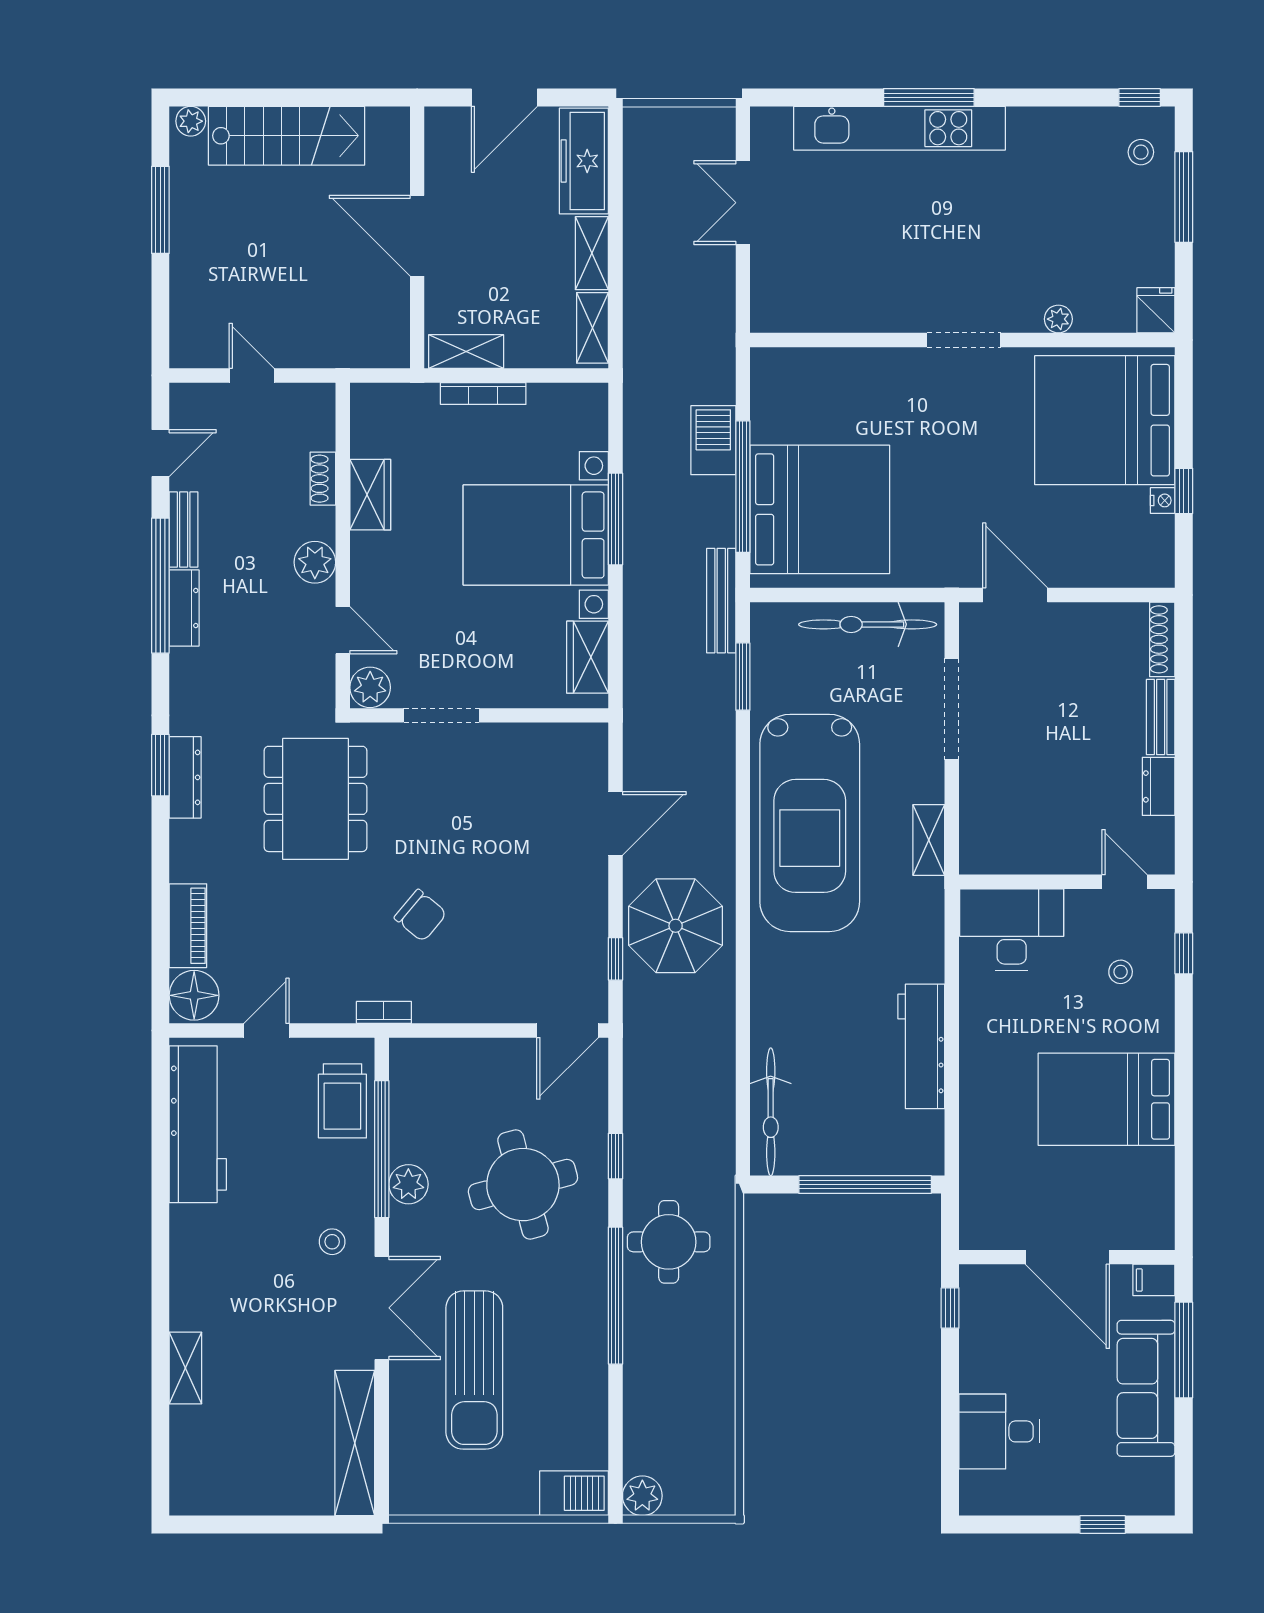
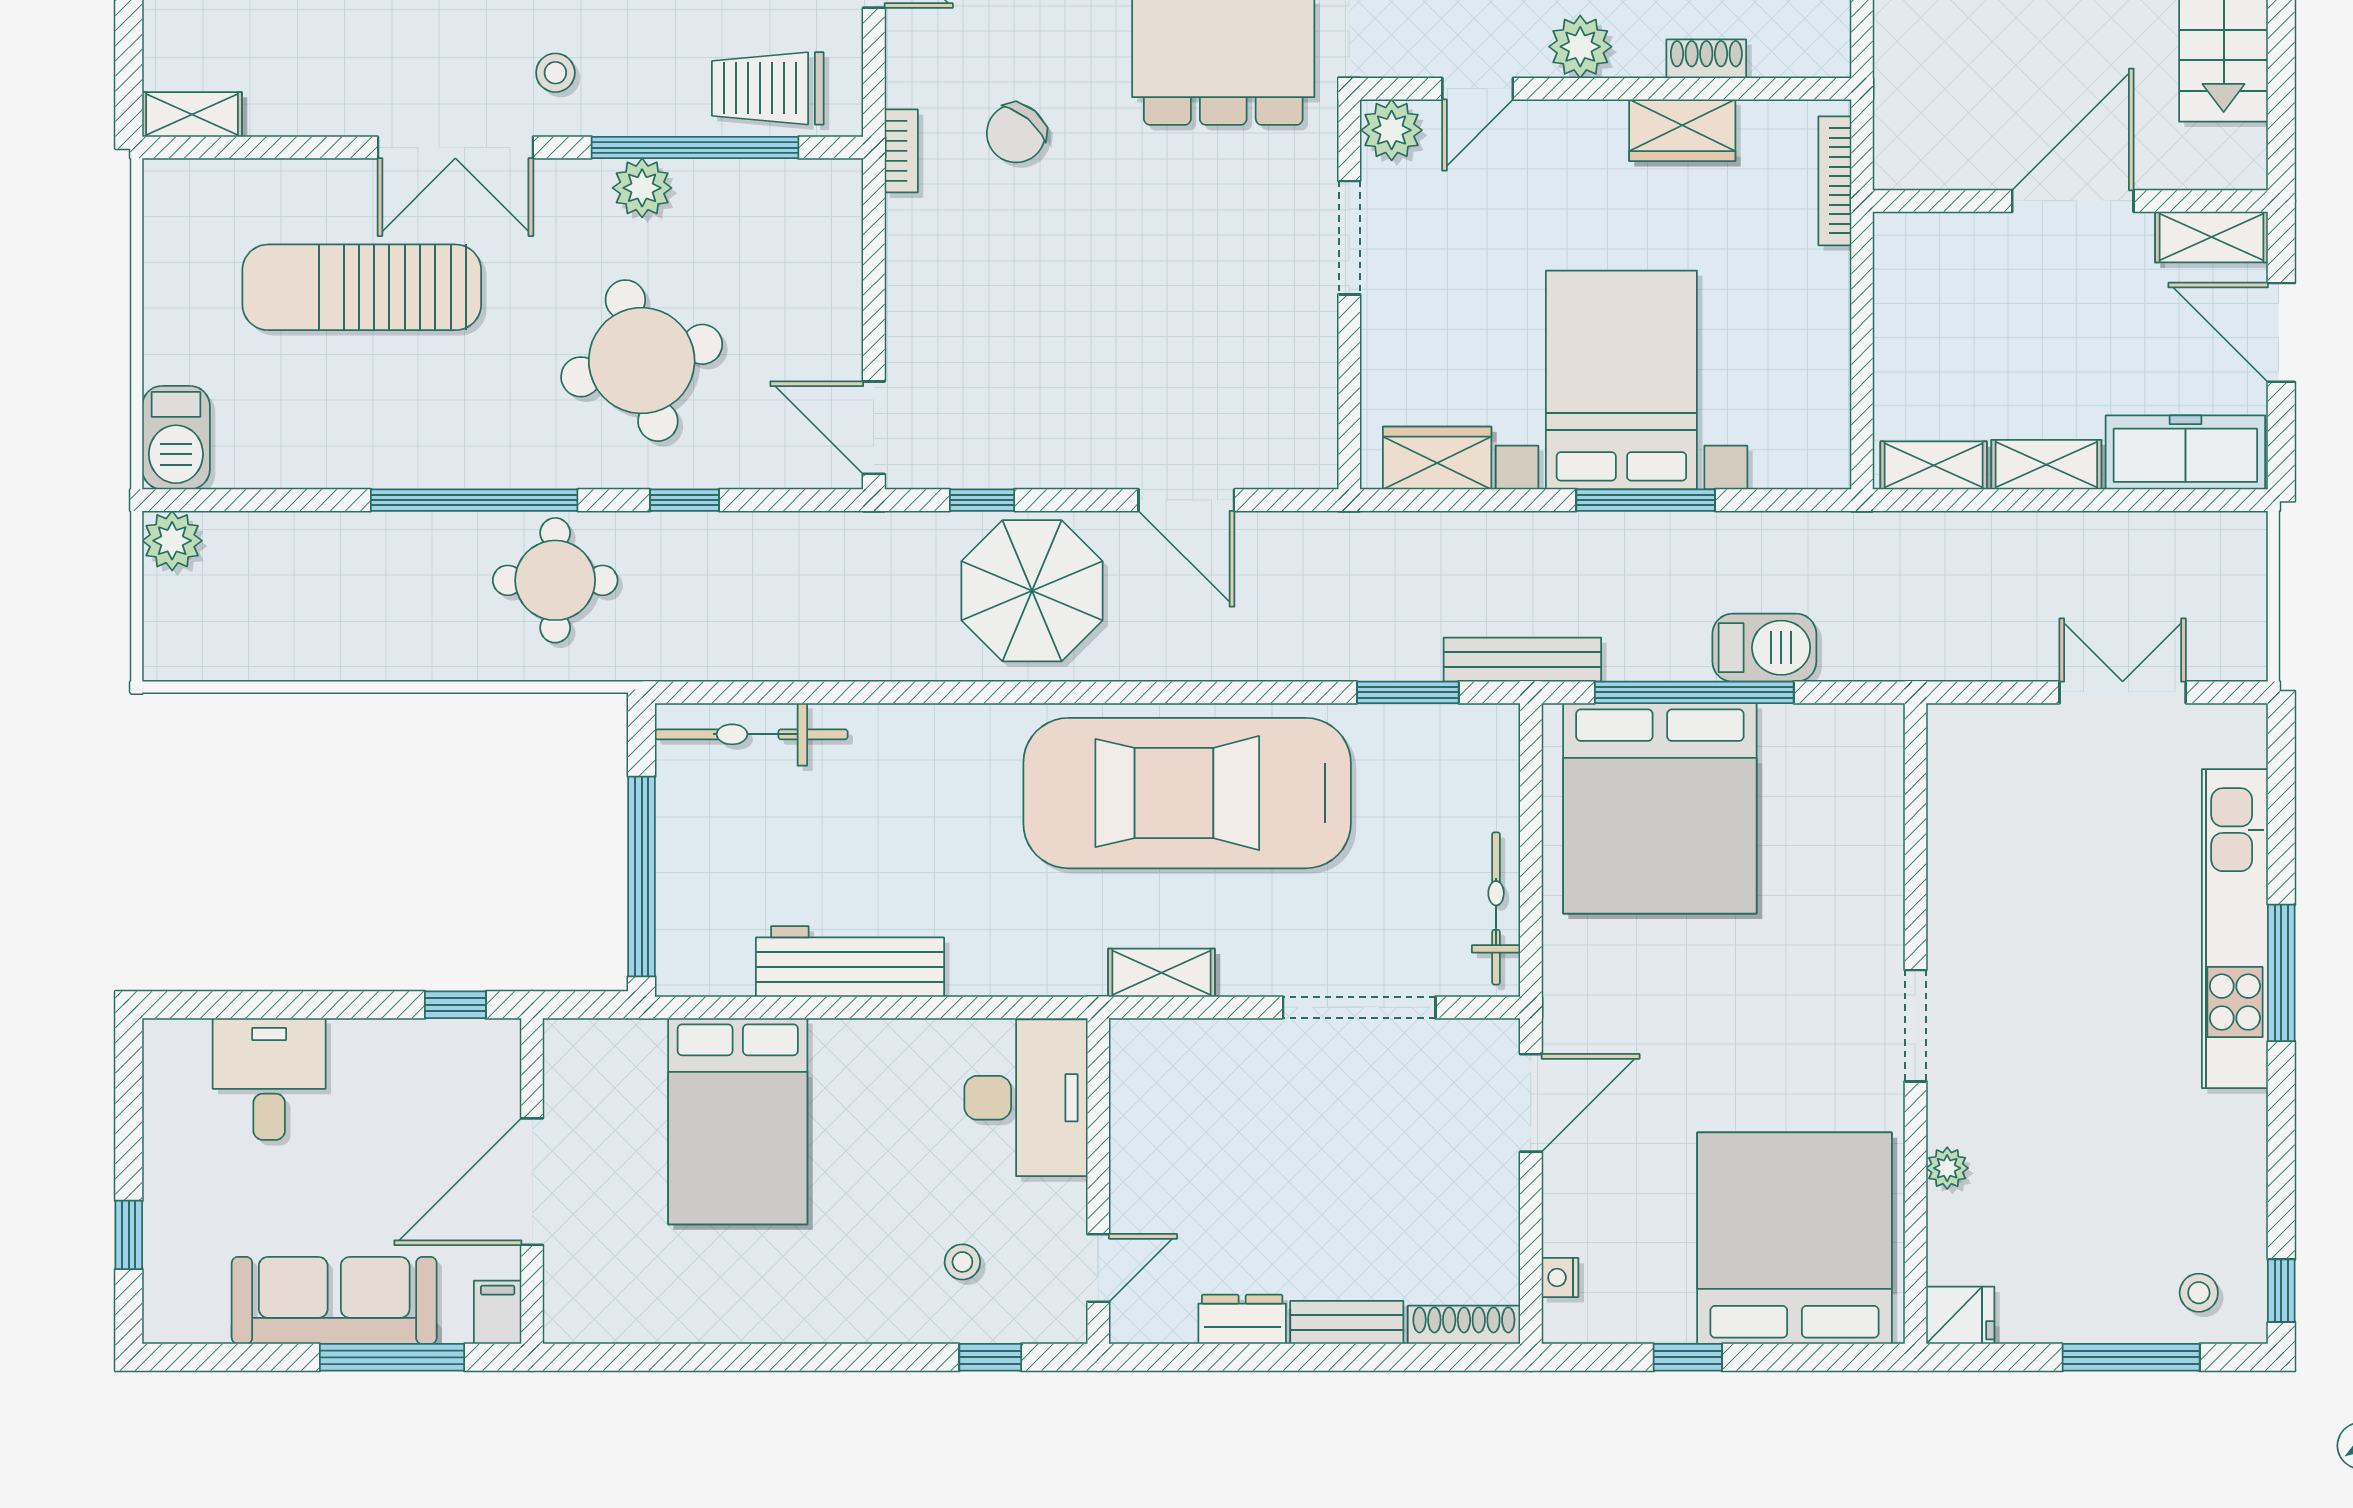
shelving: (466, 352) -> (2212, 237), moved, turned 90
bookcase: (483, 393) -> (1835, 181), moved
nightstand: (1163, 500) -> (1560, 1278), moved, turned 90
bicycle: (868, 624) -> (1496, 908), width x0.73, depth x0.71
chair: (420, 915) -> (1016, 133), moved
bed: (1107, 1099) -> (738, 1121), moved, turned 180
shelving: (355, 1443) -> (192, 114), width x0.45, depth x0.75

